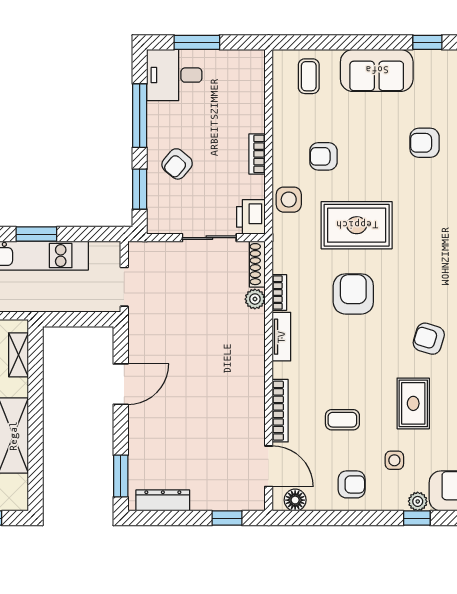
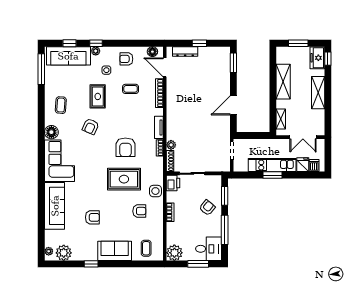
plant: (248, 67) -> (174, 253), added
armchair: (429, 339) -> (90, 126), turned 97
dresser: (163, 500) -> (185, 51), moved
window: (227, 518) -> (199, 43), moved

